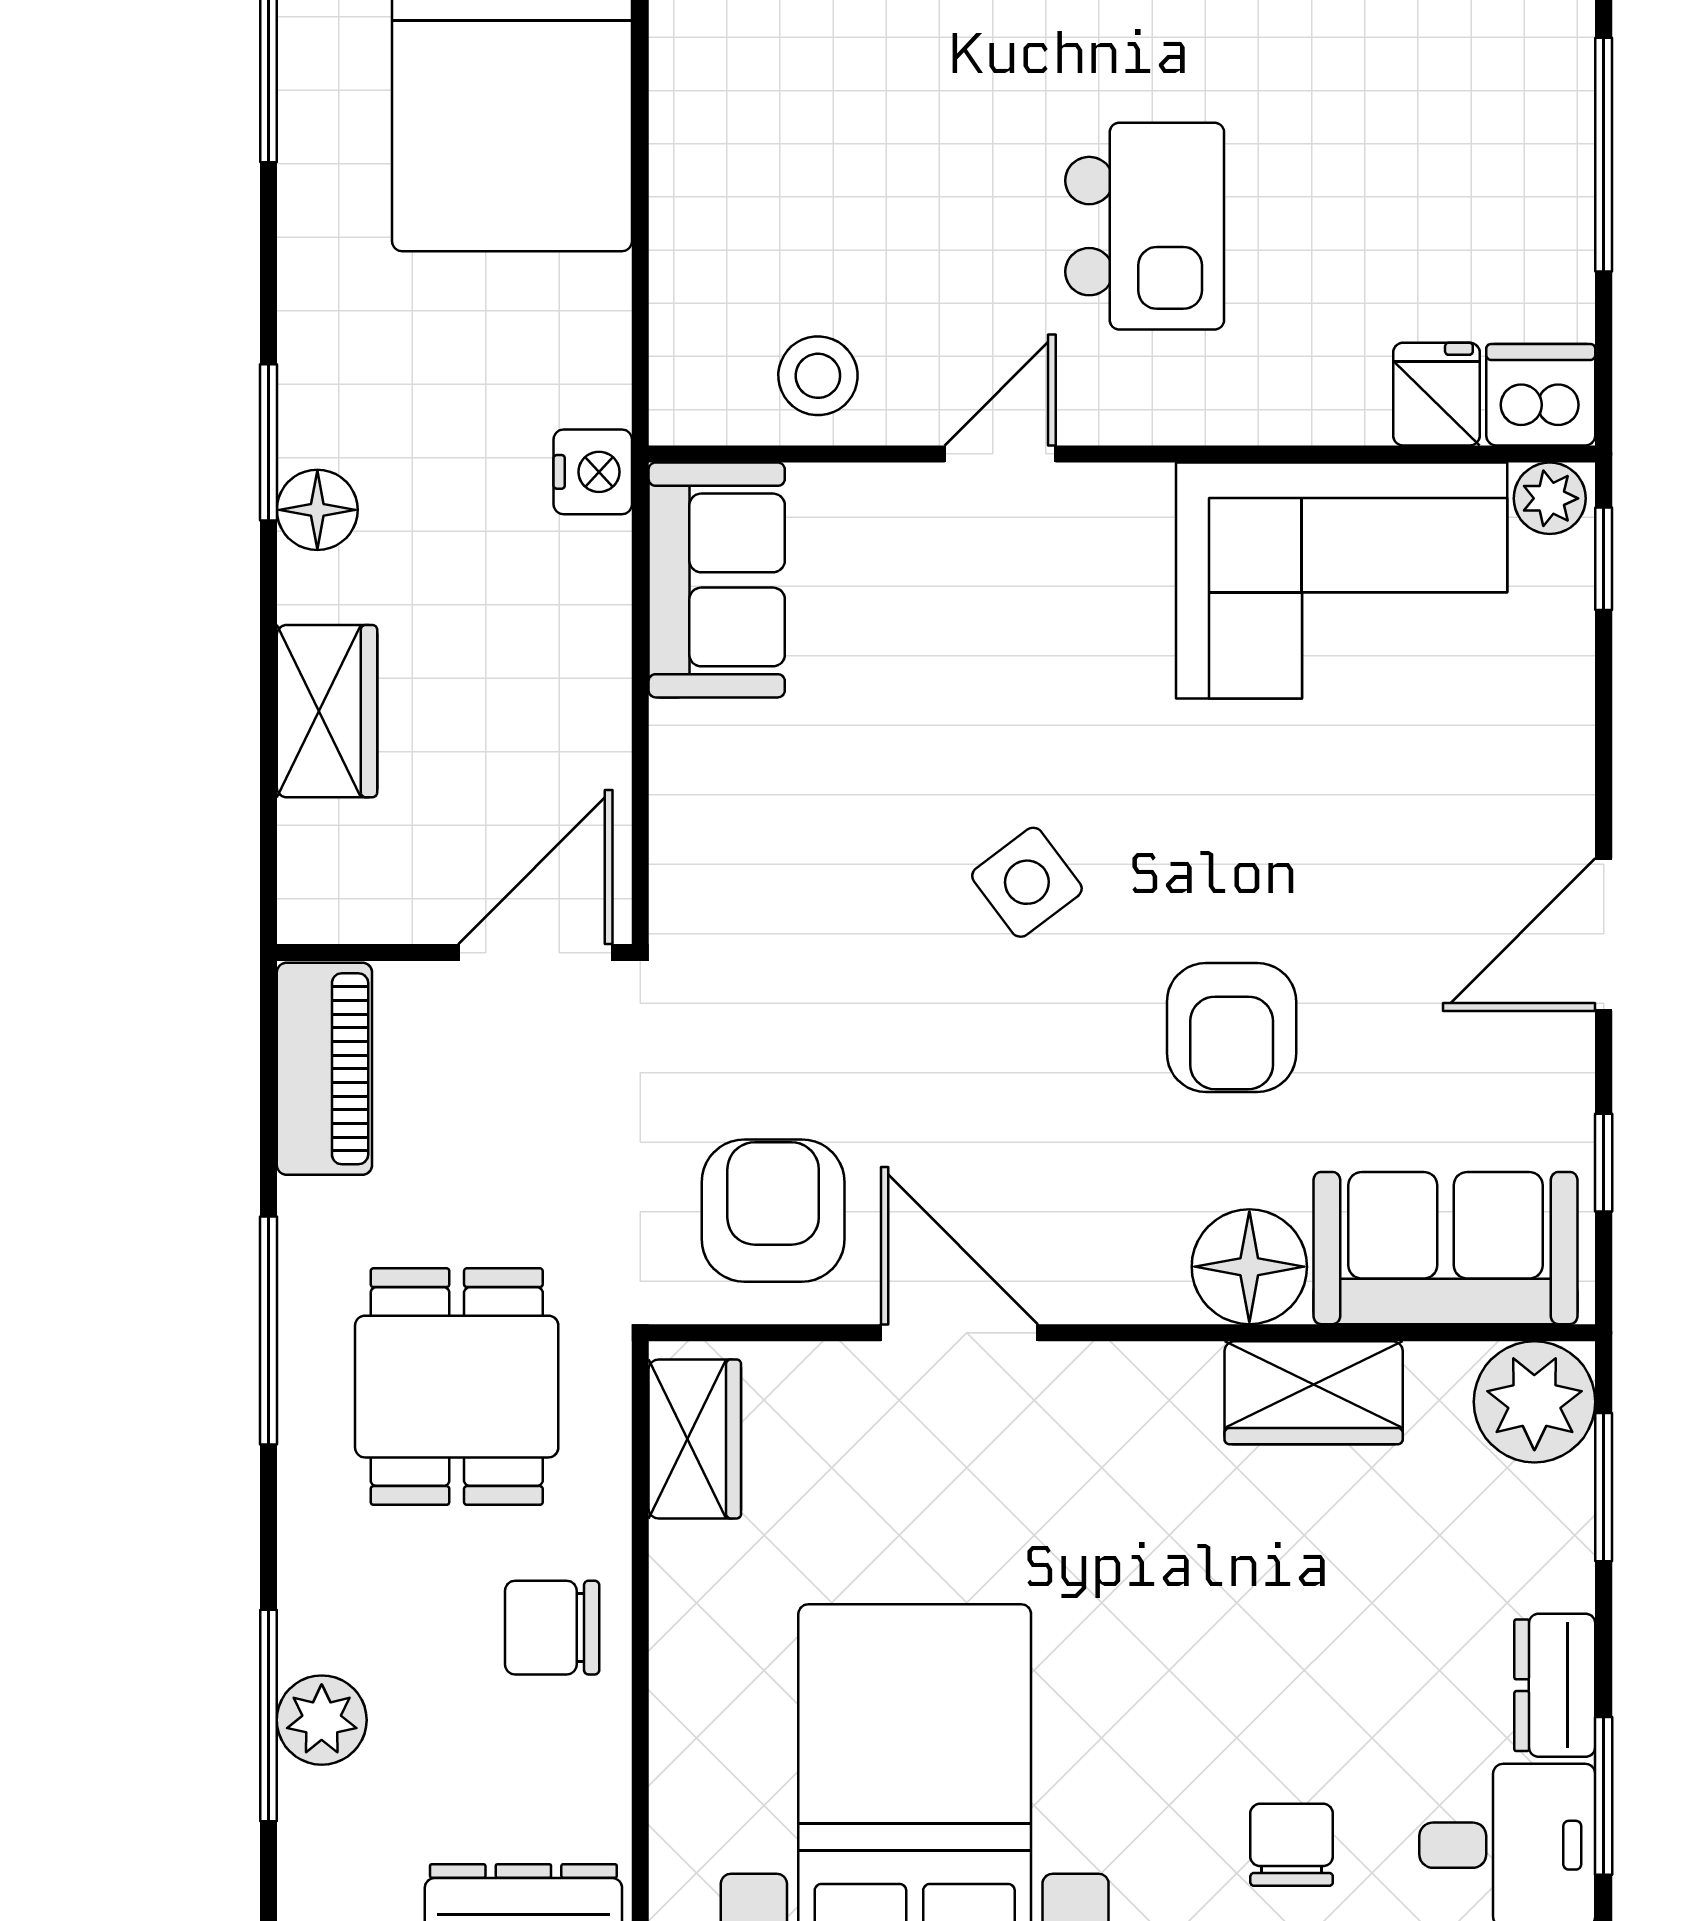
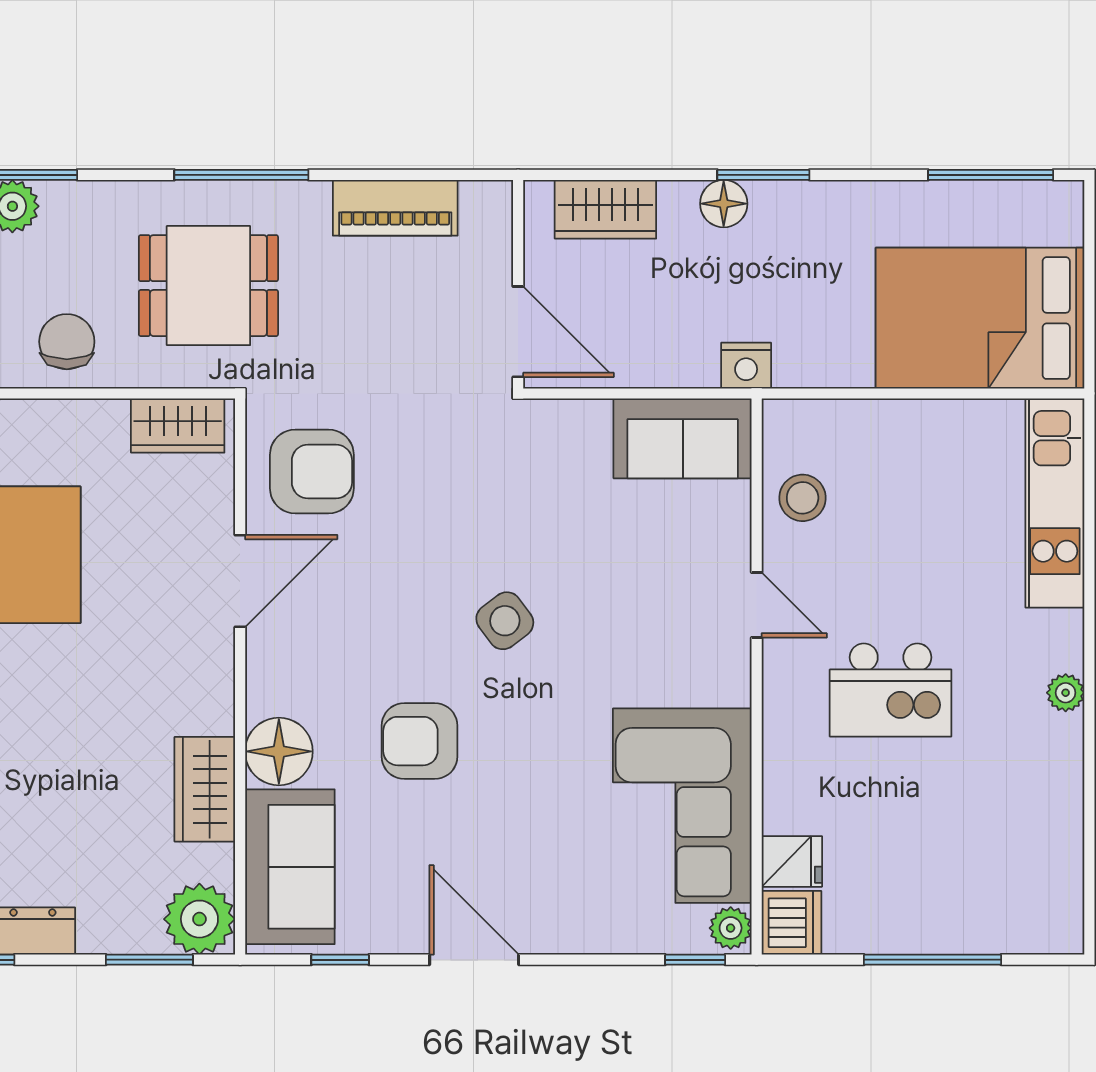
wall: (454, 953) -> (518, 284), moved
door: (535, 953) -> (518, 332), moved

